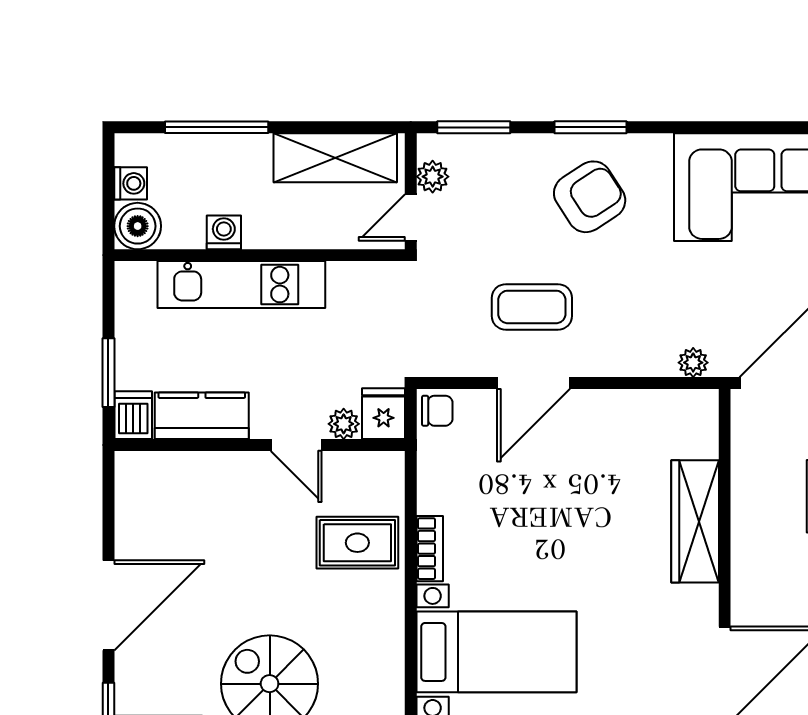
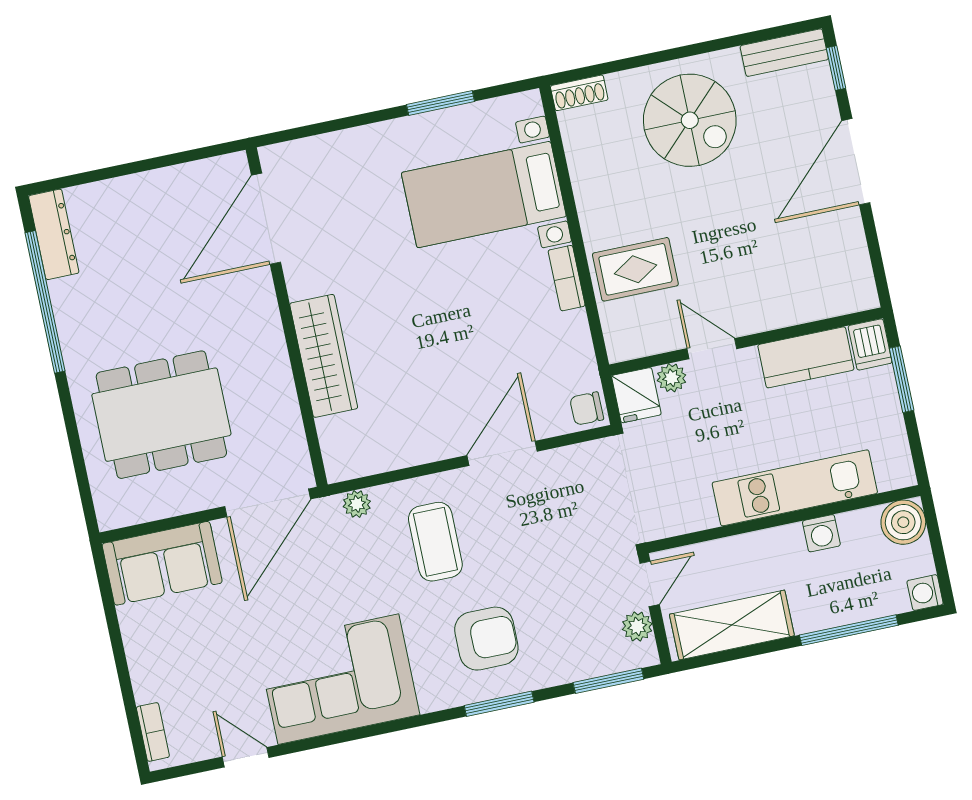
washing machine: (131, 183) -> (925, 593), moved
armchair: (590, 197) -> (486, 639), turned -147
coffee table: (532, 307) -> (435, 542), moved, turned 90

